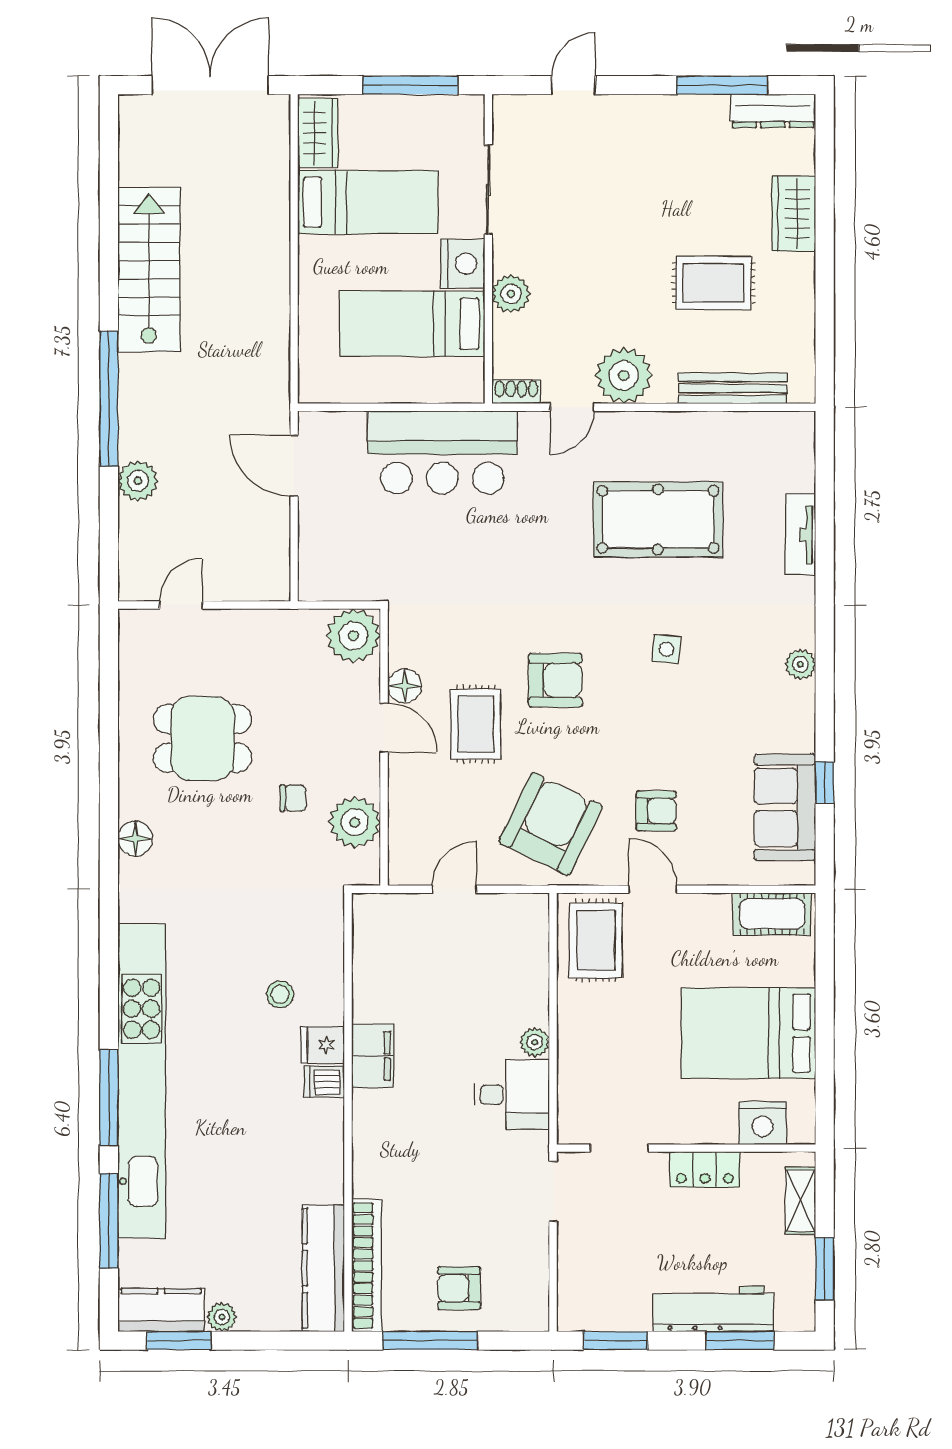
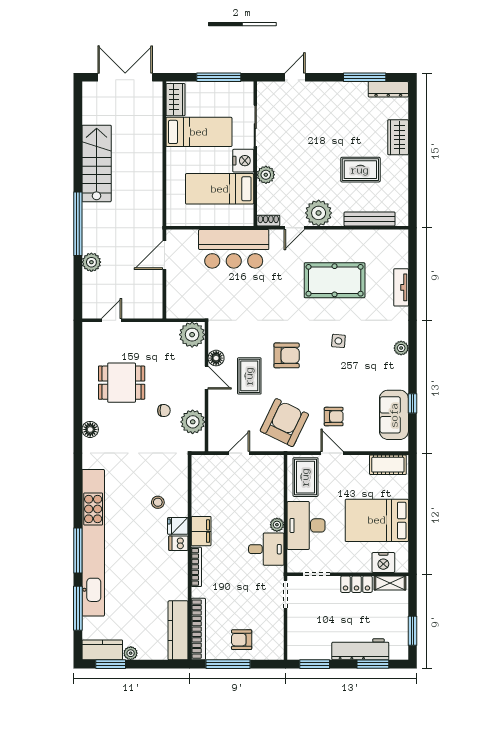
door: (294, 466) -> (164, 255), hinge flipped
desk: (597, 1044) -> (306, 525), added
bookcase: (362, 1133) -> (196, 567), added
shelving: (801, 1201) -> (390, 583), moved, turned 90

